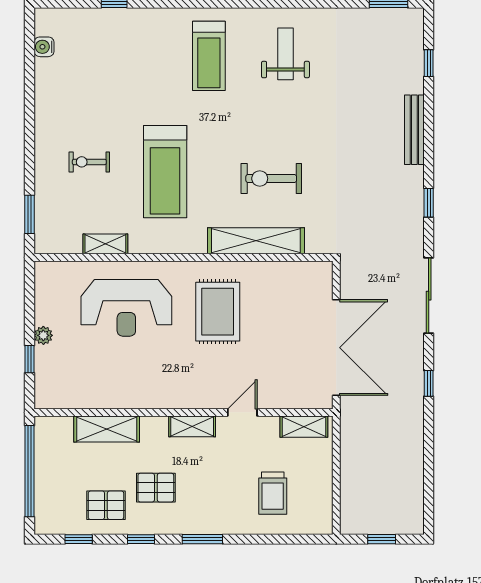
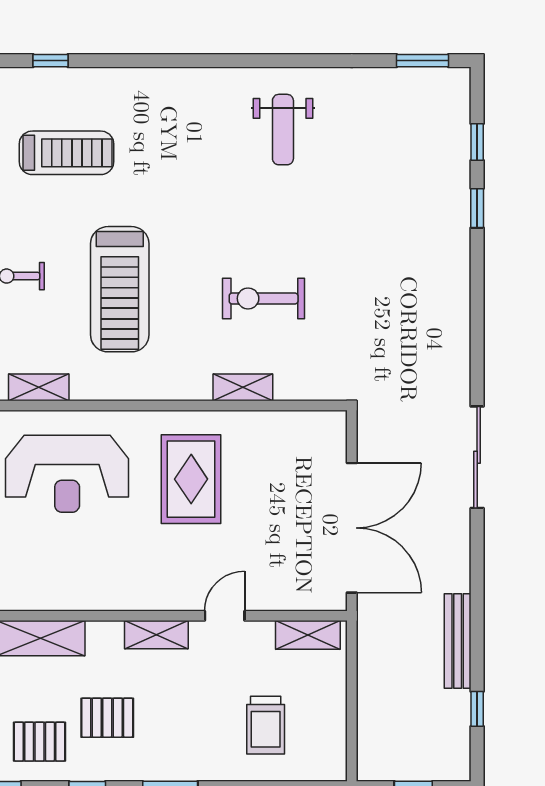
weight bench: (285, 54) -> (283, 130), turned 180
treadmill: (209, 56) -> (67, 153), moved, turned -90
bench: (414, 130) -> (458, 641), moved
window: (429, 203) -> (477, 208), moved
shelving: (256, 241) -> (243, 387), width x0.45, depth x0.75
window: (429, 383) -> (477, 709), moved

